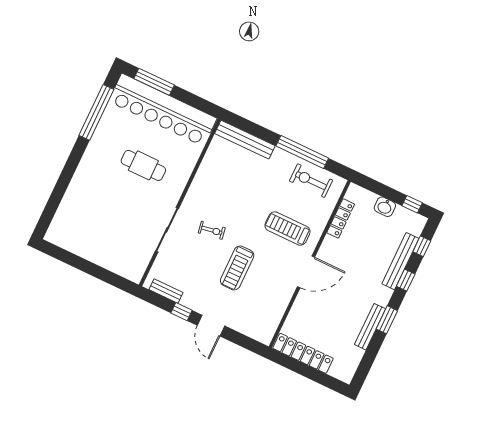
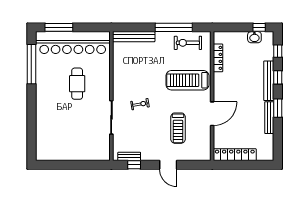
cafe table: (143, 165) -> (77, 84), turned 90
washbasin: (385, 207) -> (254, 37), moved
treadmill: (287, 229) -> (187, 80), width x1.37, depth x1.38
bench: (400, 261) -> (269, 81), moved
treadmill: (237, 268) -> (178, 128), moved
door: (306, 272) -> (212, 114), moved
window: (182, 312) -> (134, 165), moved

